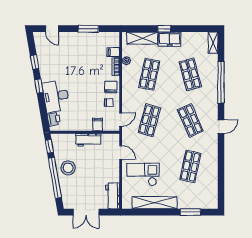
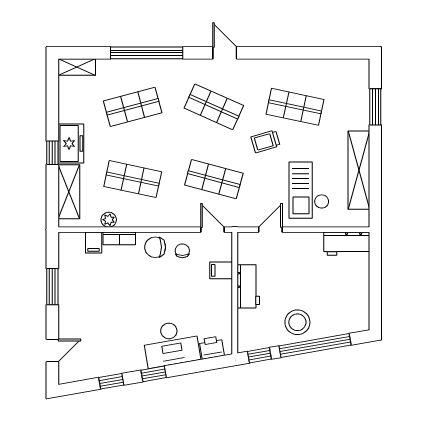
shop shelf: (190, 120) -> (214, 107), turned 48
trolley: (171, 150) -> (265, 141), added
double door: (86, 212) -> (375, 291), removed

